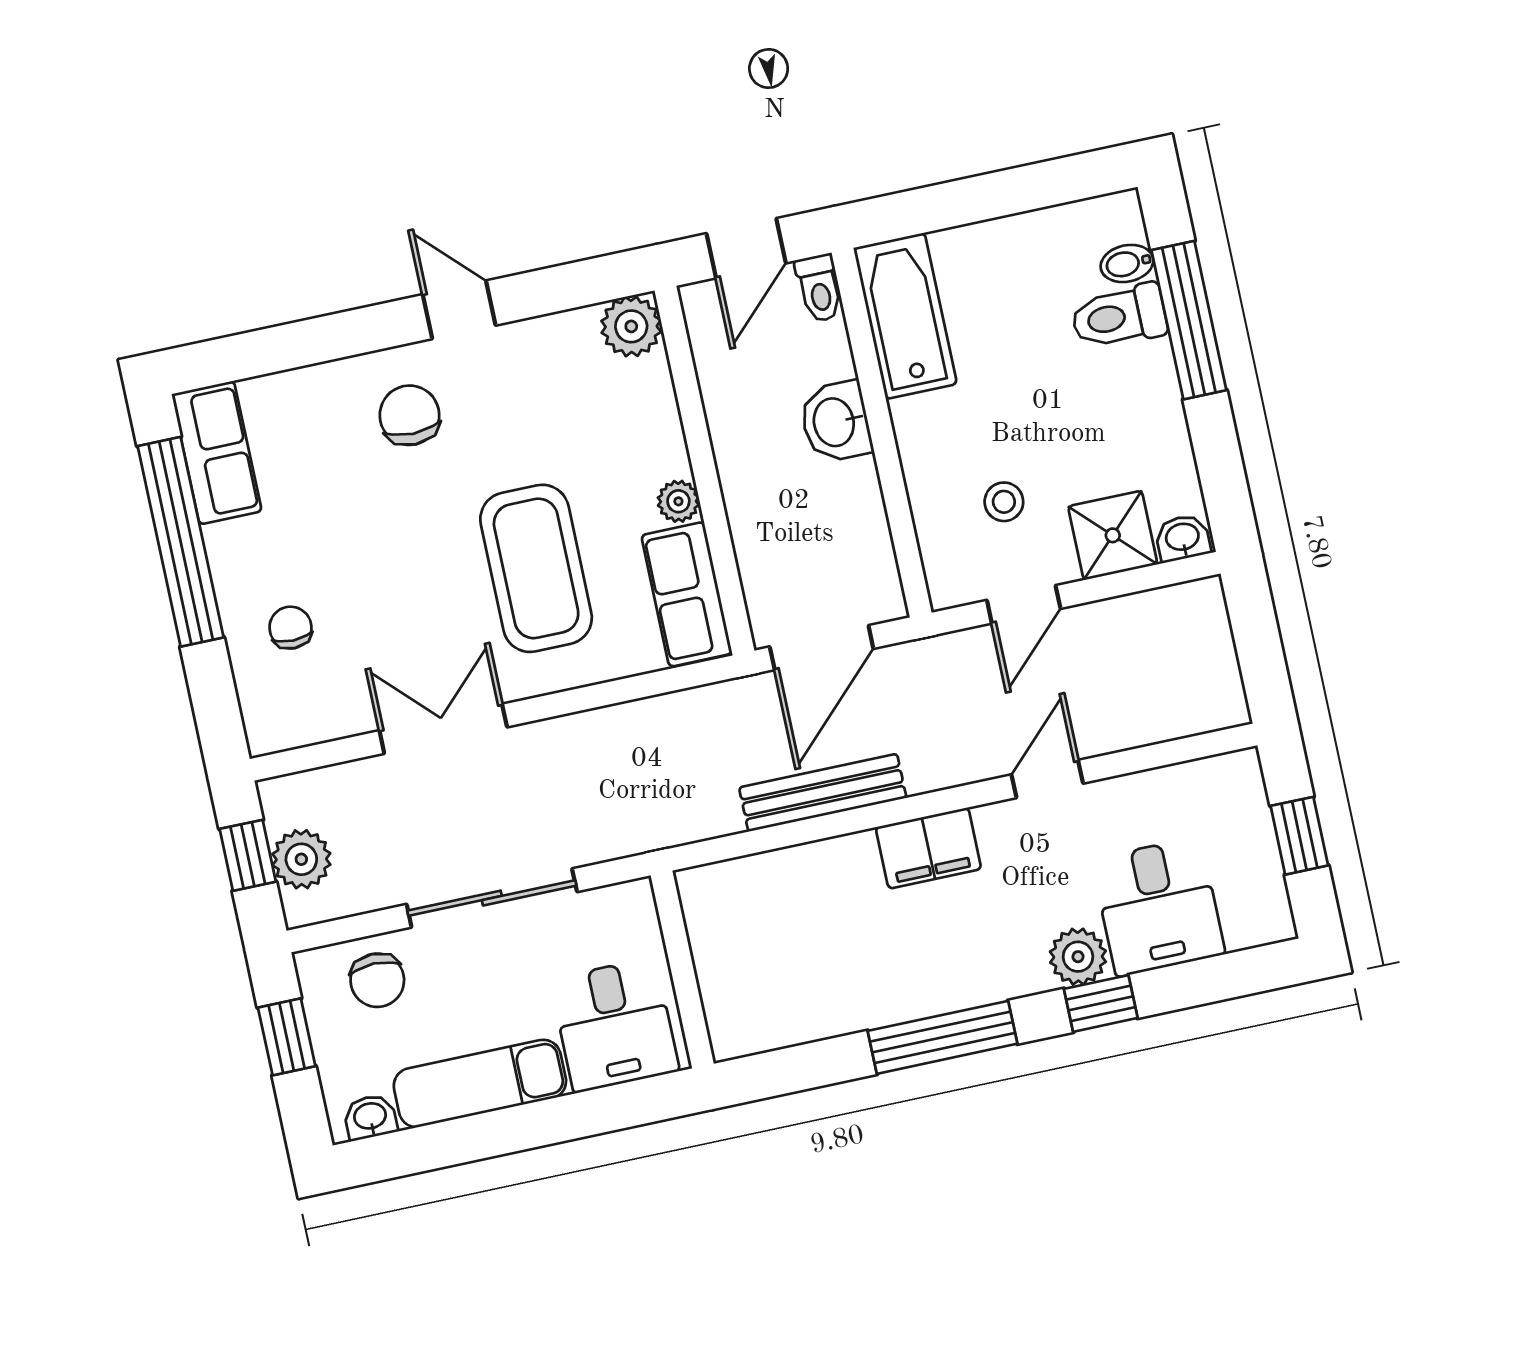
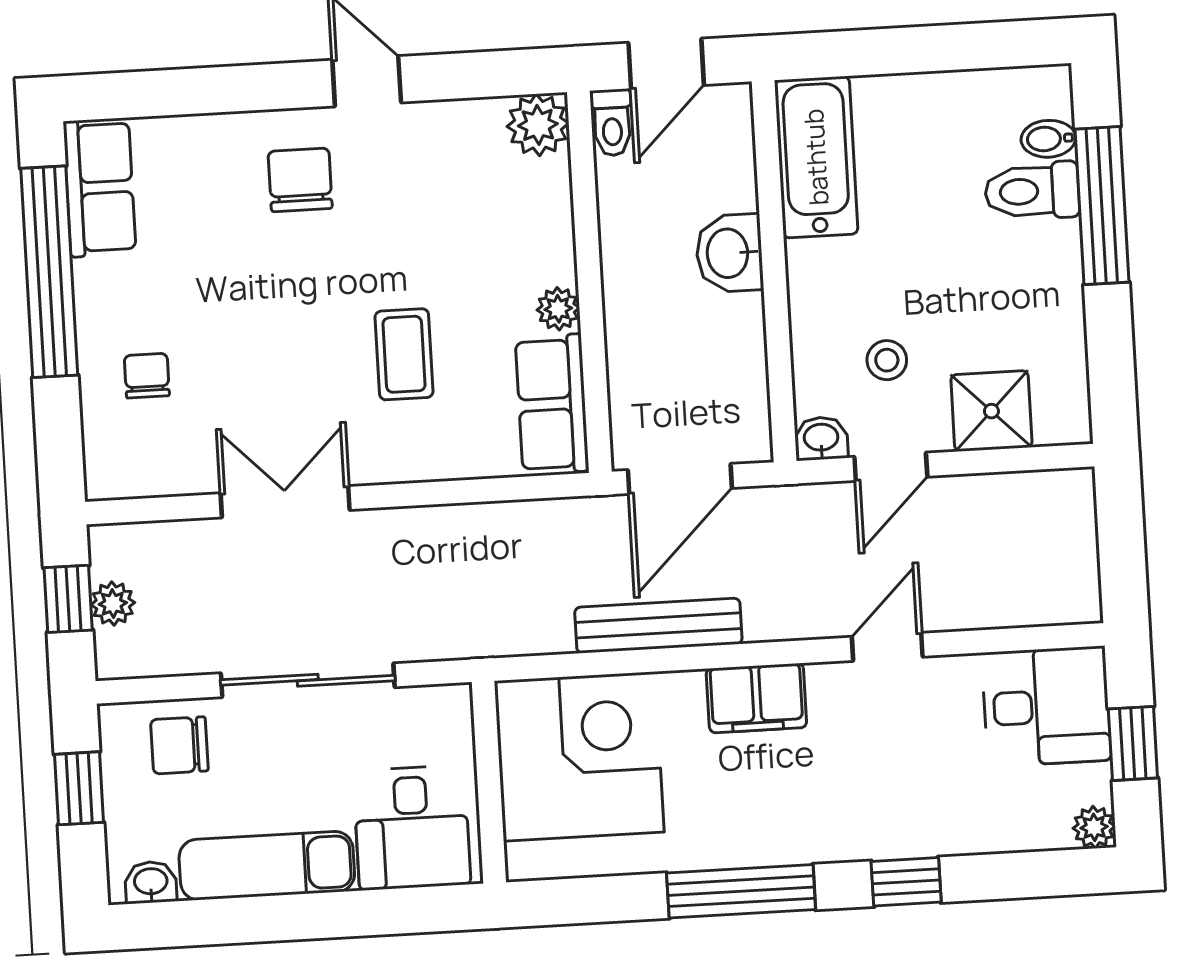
toilet: (819, 288) -> (612, 123), moved
washbasin: (1183, 538) -> (821, 438), moved
coffee table: (536, 568) -> (404, 354), width x0.54, depth x0.58
plant: (301, 859) -> (113, 604), width x0.73, depth x0.73
desk: (1158, 907) -> (1046, 706), moved, turned -90
corner desk: (766, 931) -> (579, 756), added
plant: (1078, 957) -> (1094, 827), moved, width x0.73, depth x0.73
chair: (377, 980) -> (179, 745), turned 90

